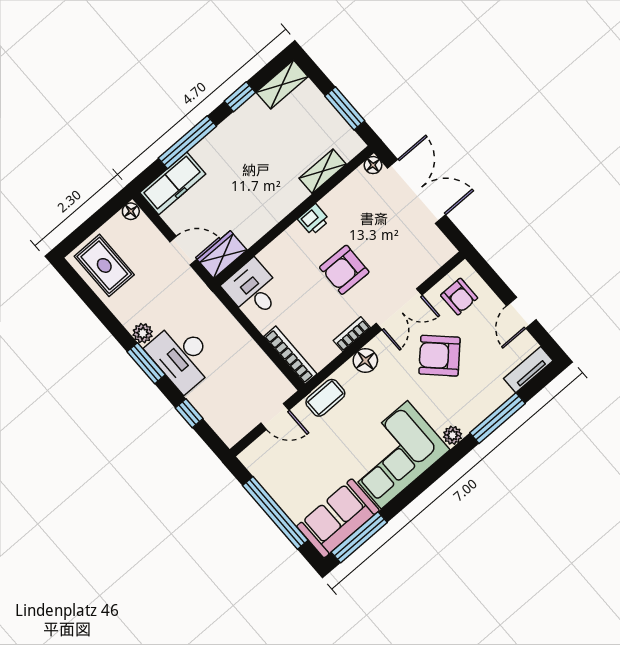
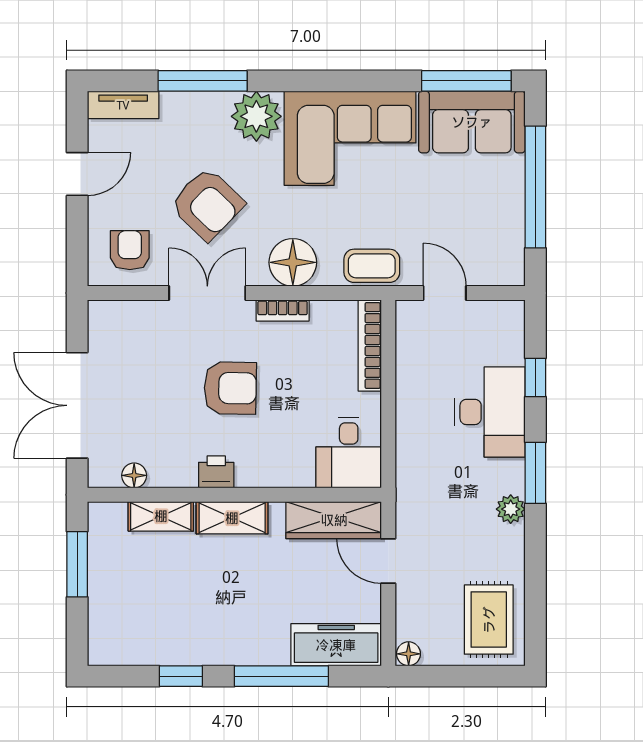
shelving: (282, 84) -> (232, 518), moved
floor lamp: (373, 165) -> (134, 475), moved
wardrobe: (222, 255) -> (334, 520), width x1.50
desk: (182, 356) -> (490, 412), moved
floor lamp: (365, 360) -> (293, 262), width x1.38, depth x1.38
plant: (453, 435) -> (256, 116), width x1.88, depth x1.88

